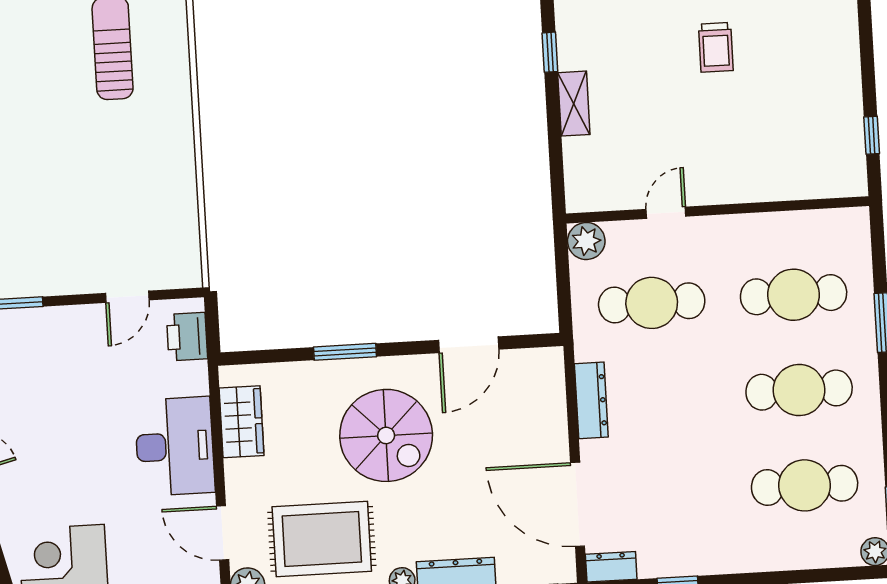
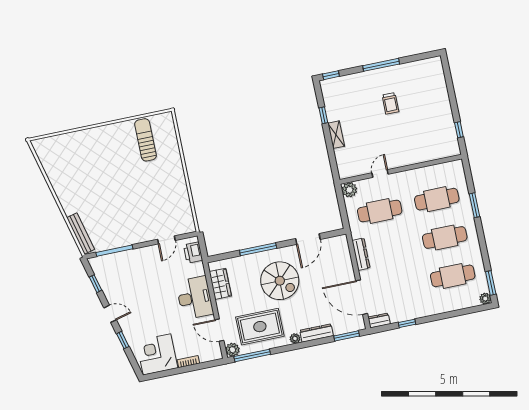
window: (345, 352) -> (258, 249), width x1.44

